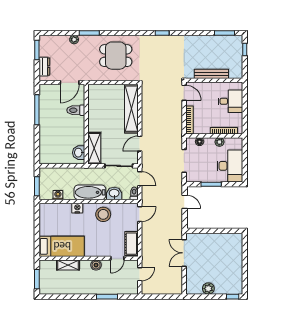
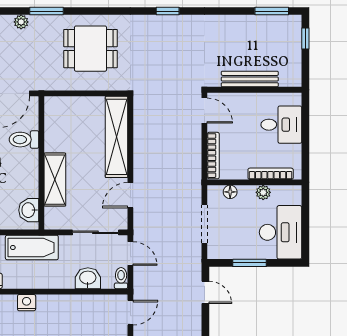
shelving: (94, 148) -> (55, 180), moved
bathtub: (90, 192) -> (32, 248), moved, turned 180
stool: (103, 214) -> (70, 313), removed

